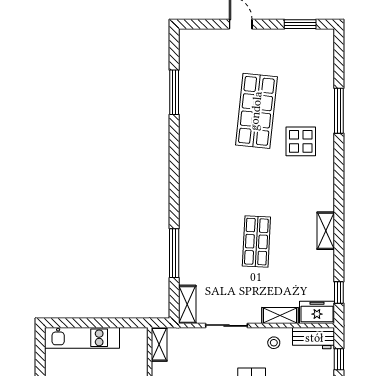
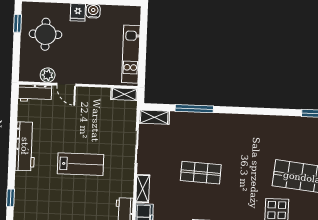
kitchen unit: (82, 338) -> (131, 54), moved
stool: (274, 343) -> (122, 183), removed

